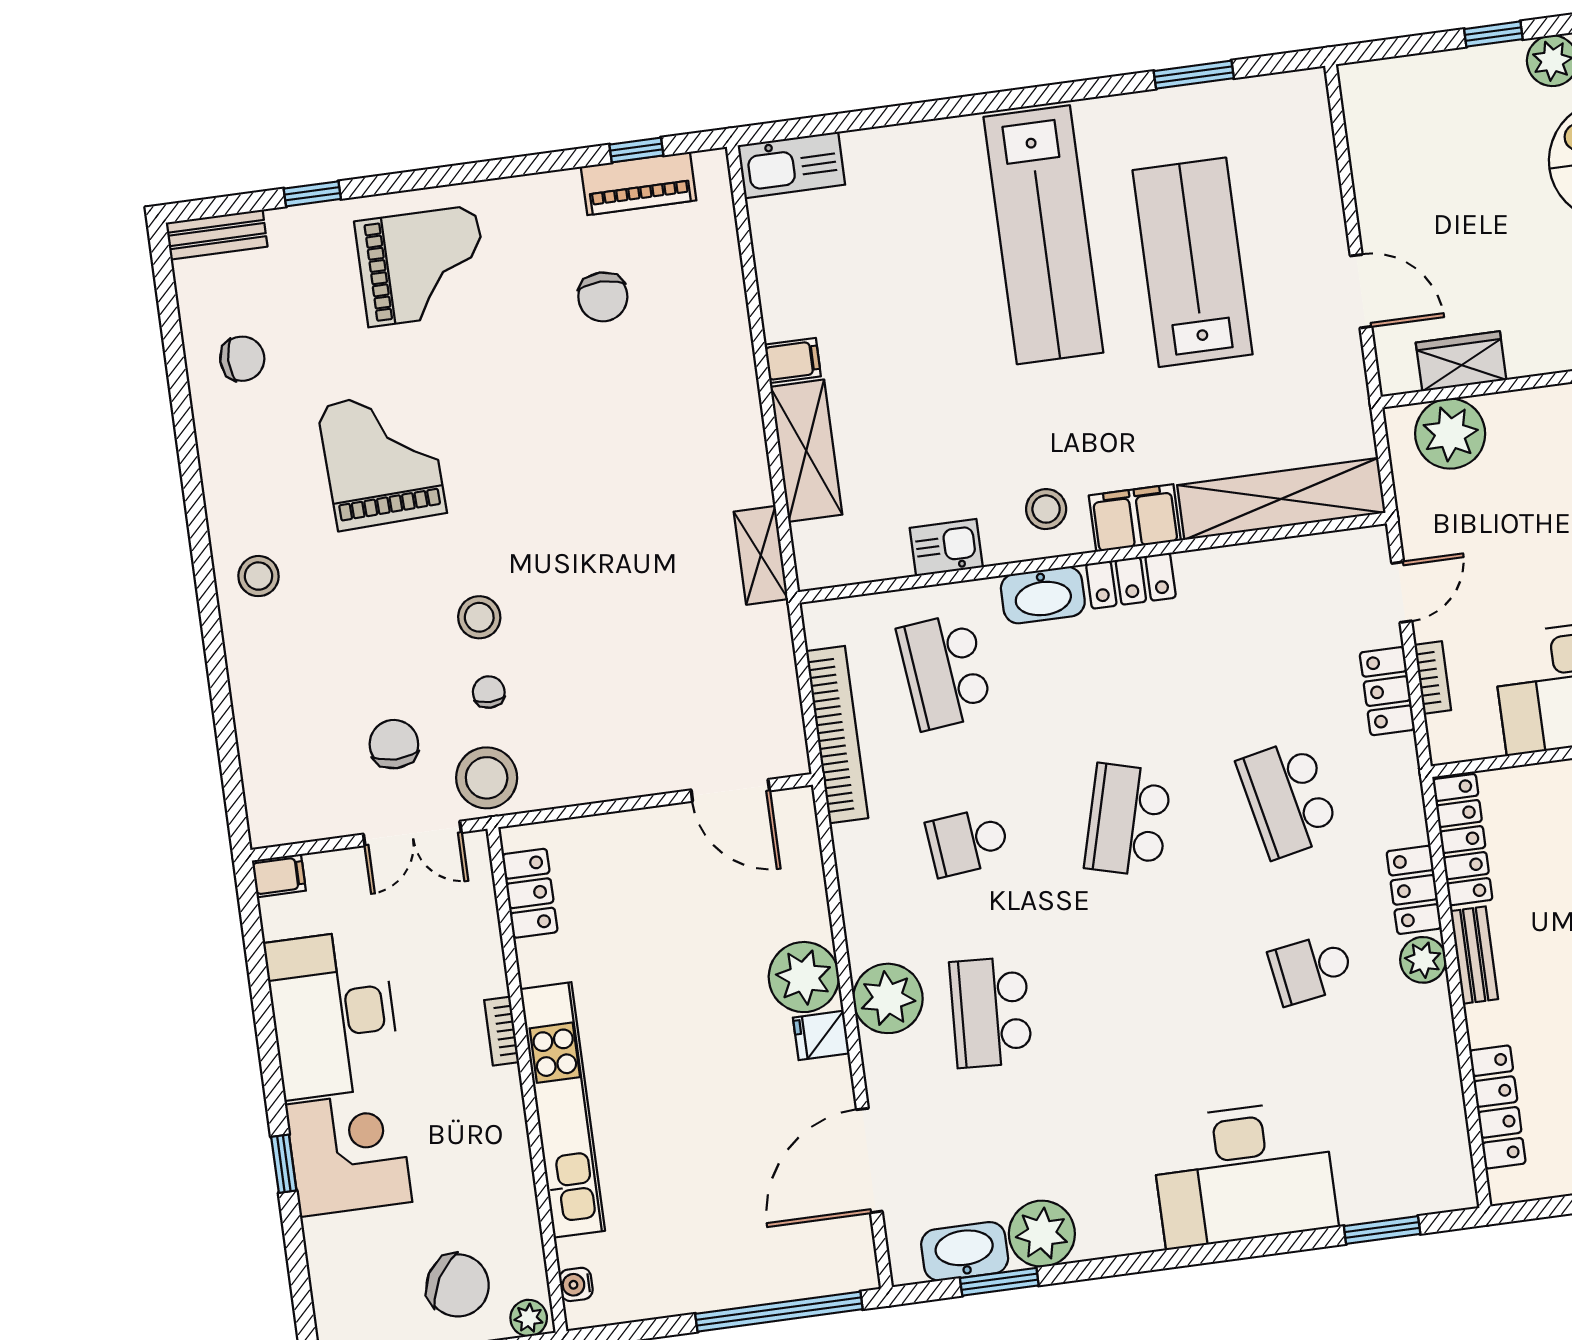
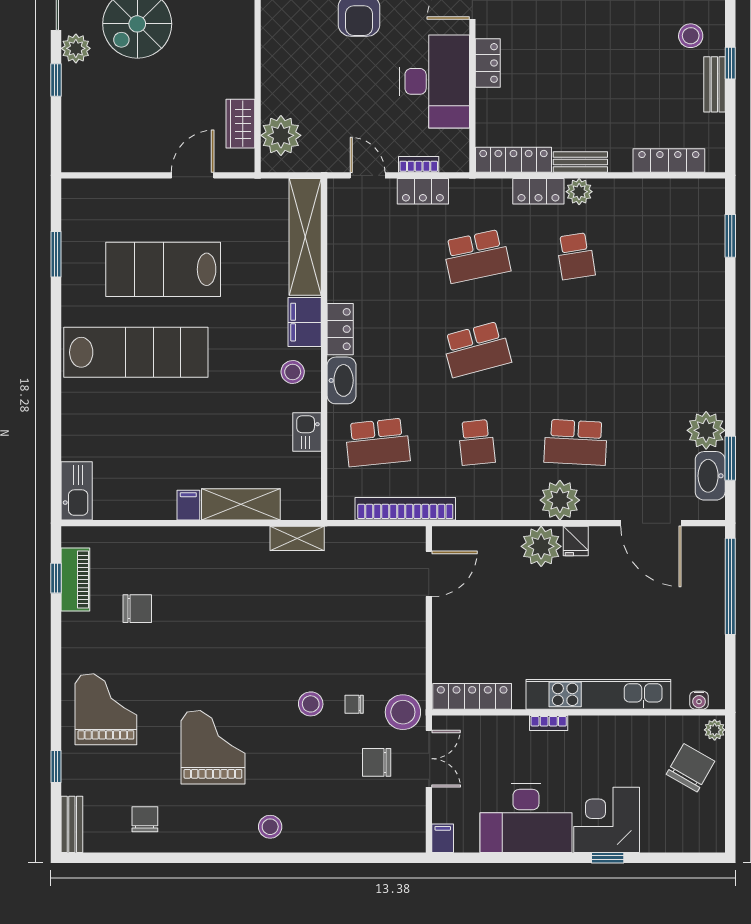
grand piano: (382, 459) -> (213, 747), turned 92
school desk: (1128, 820) -> (477, 349), turned -30
locker: (530, 893) -> (472, 696), width x1.53
desk: (1244, 1174) -> (687, 310), removed

